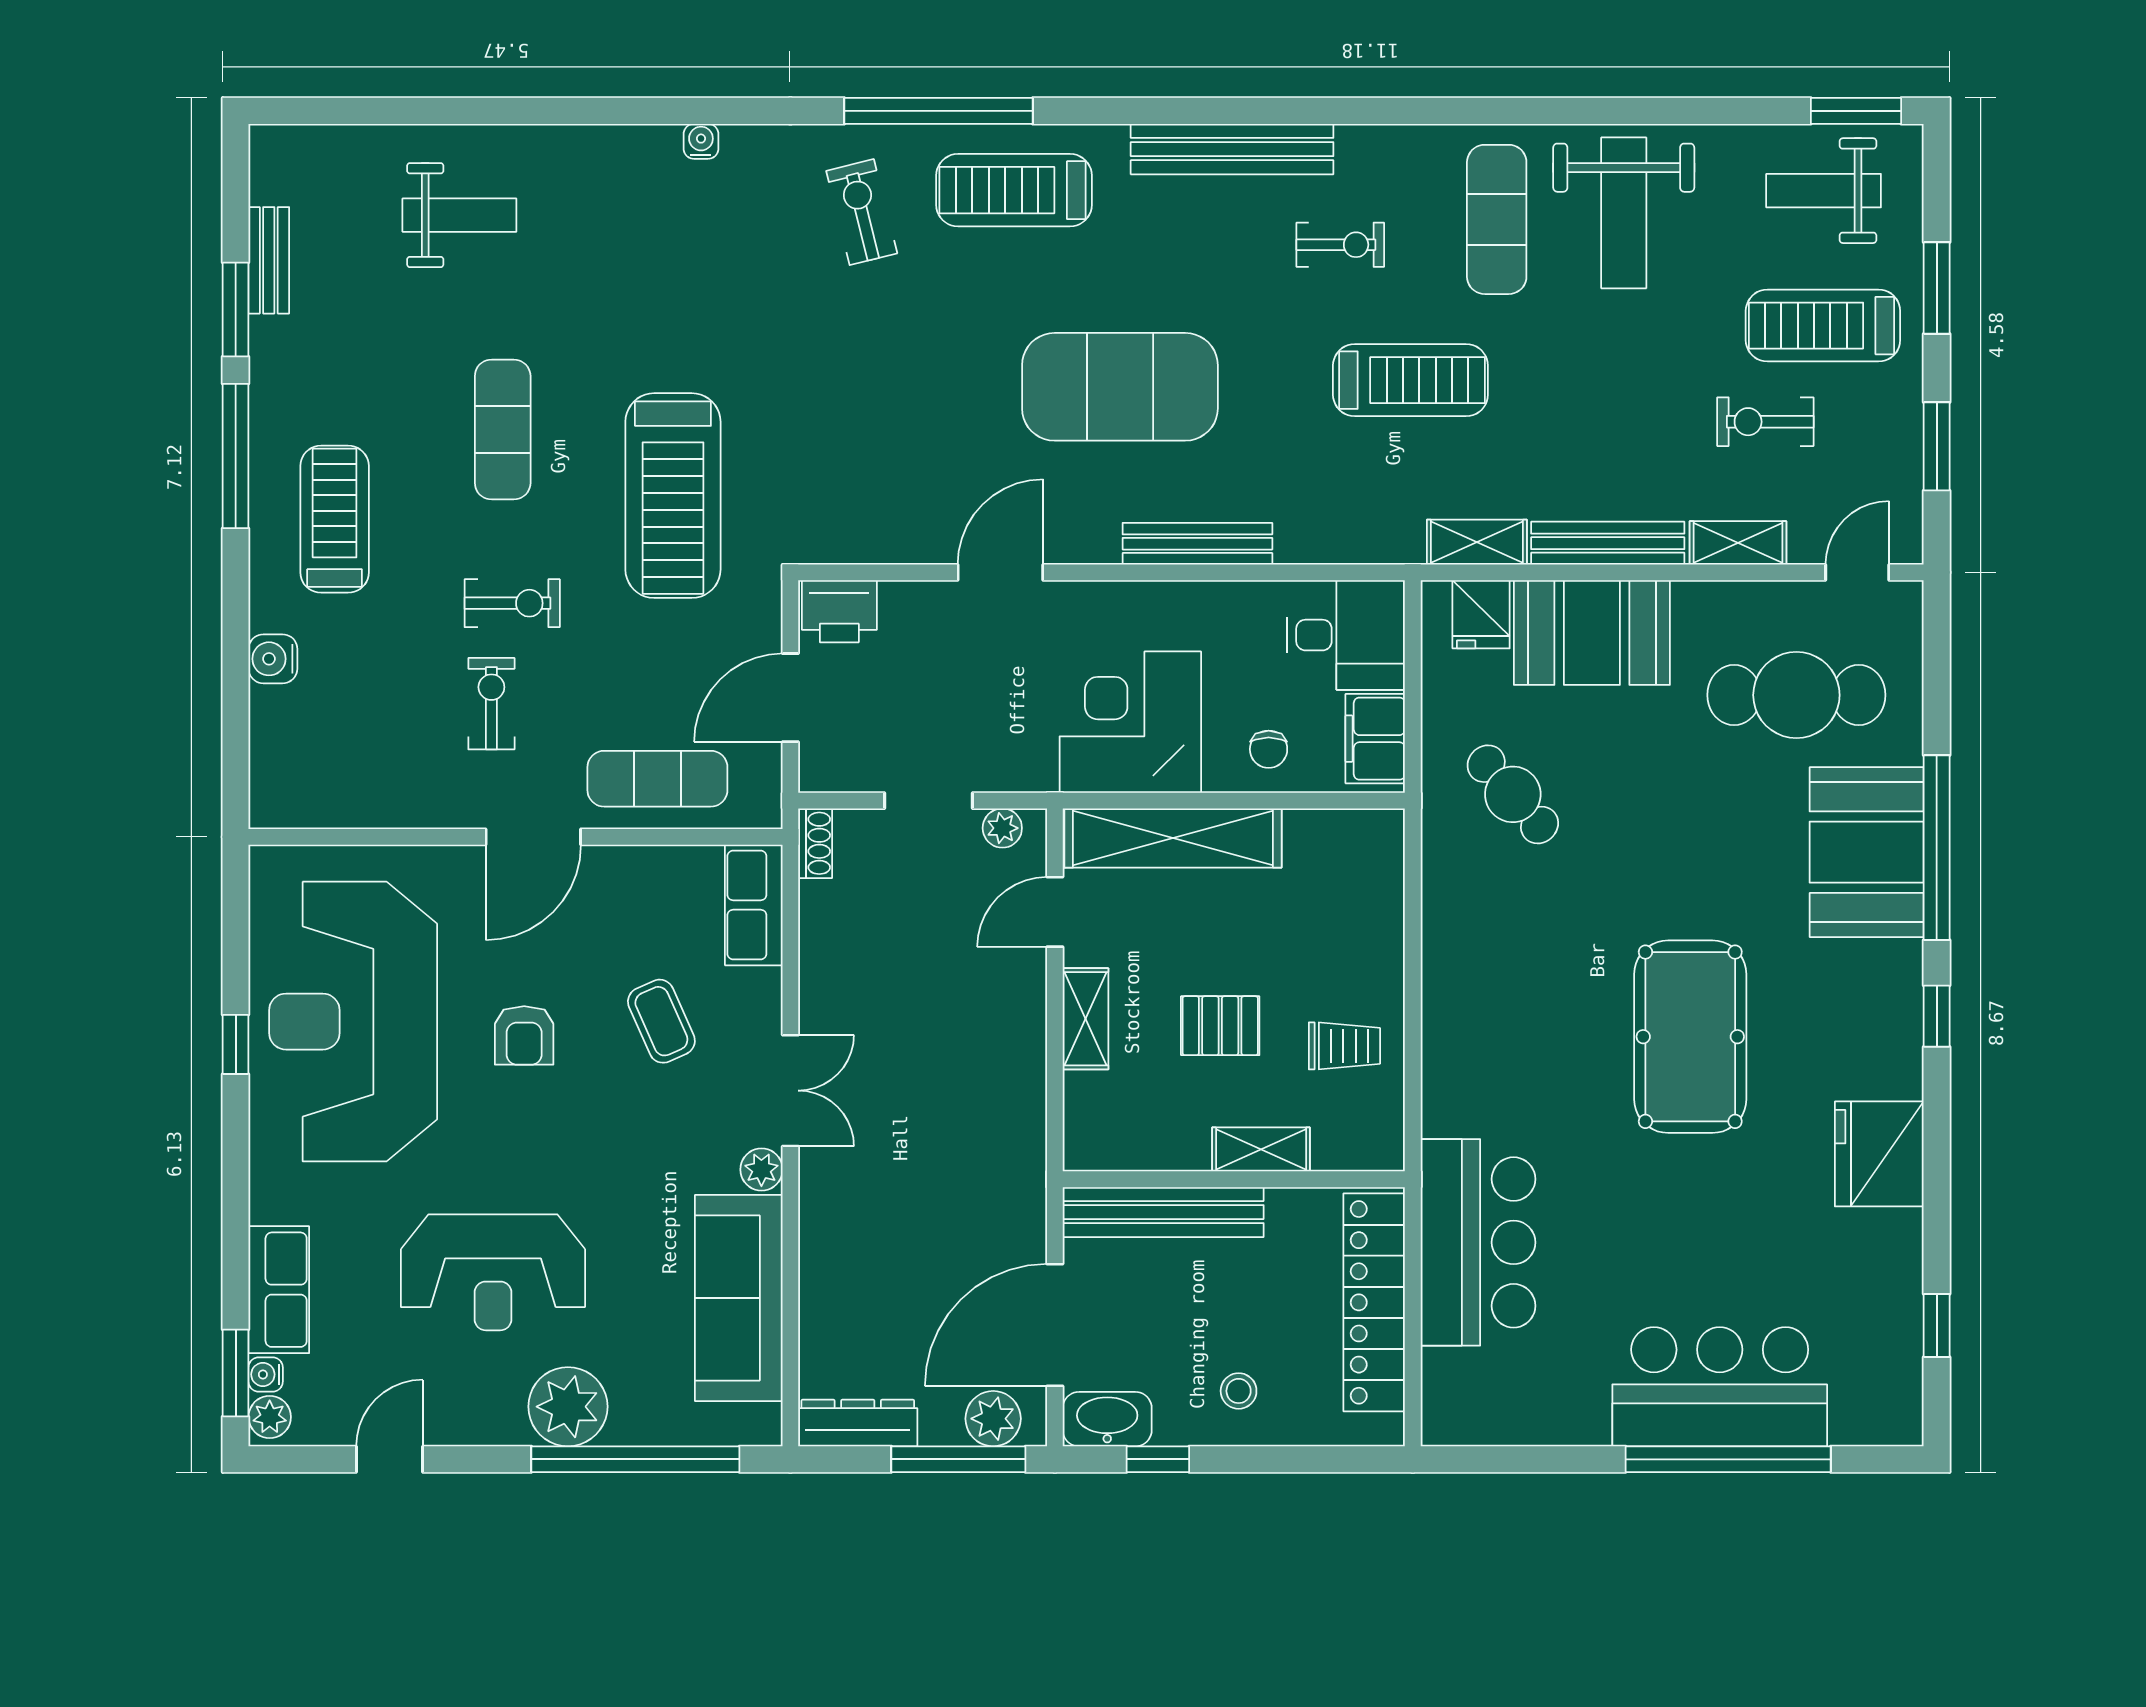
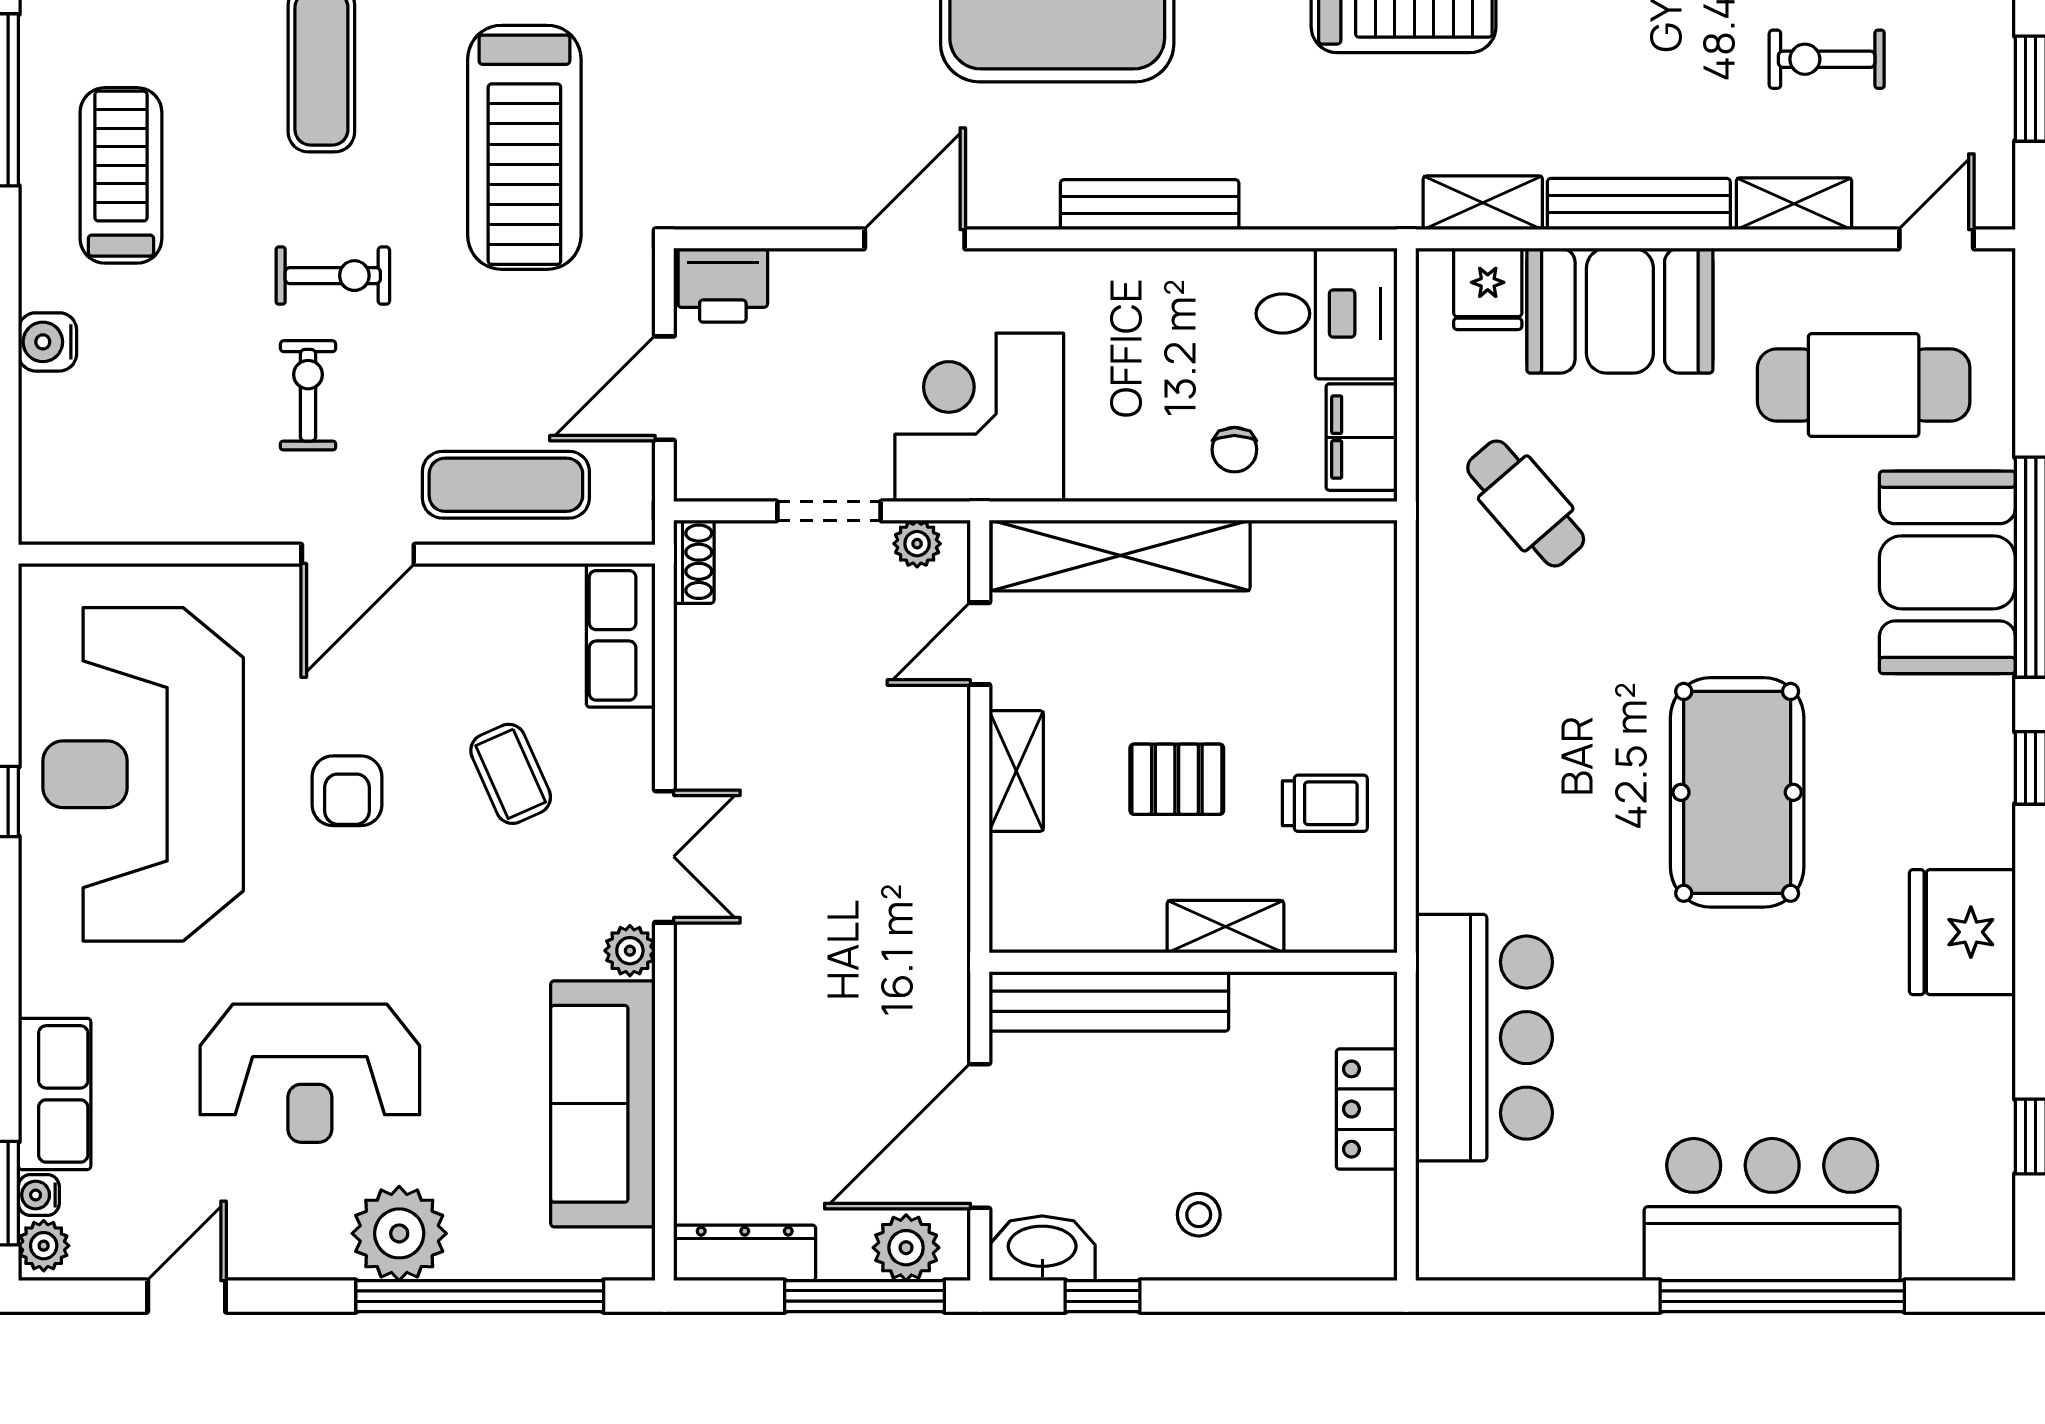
corner desk: (1130, 722) -> (979, 417), moved
locker: (1374, 1302) -> (1367, 1109), width x0.46, depth x0.83

